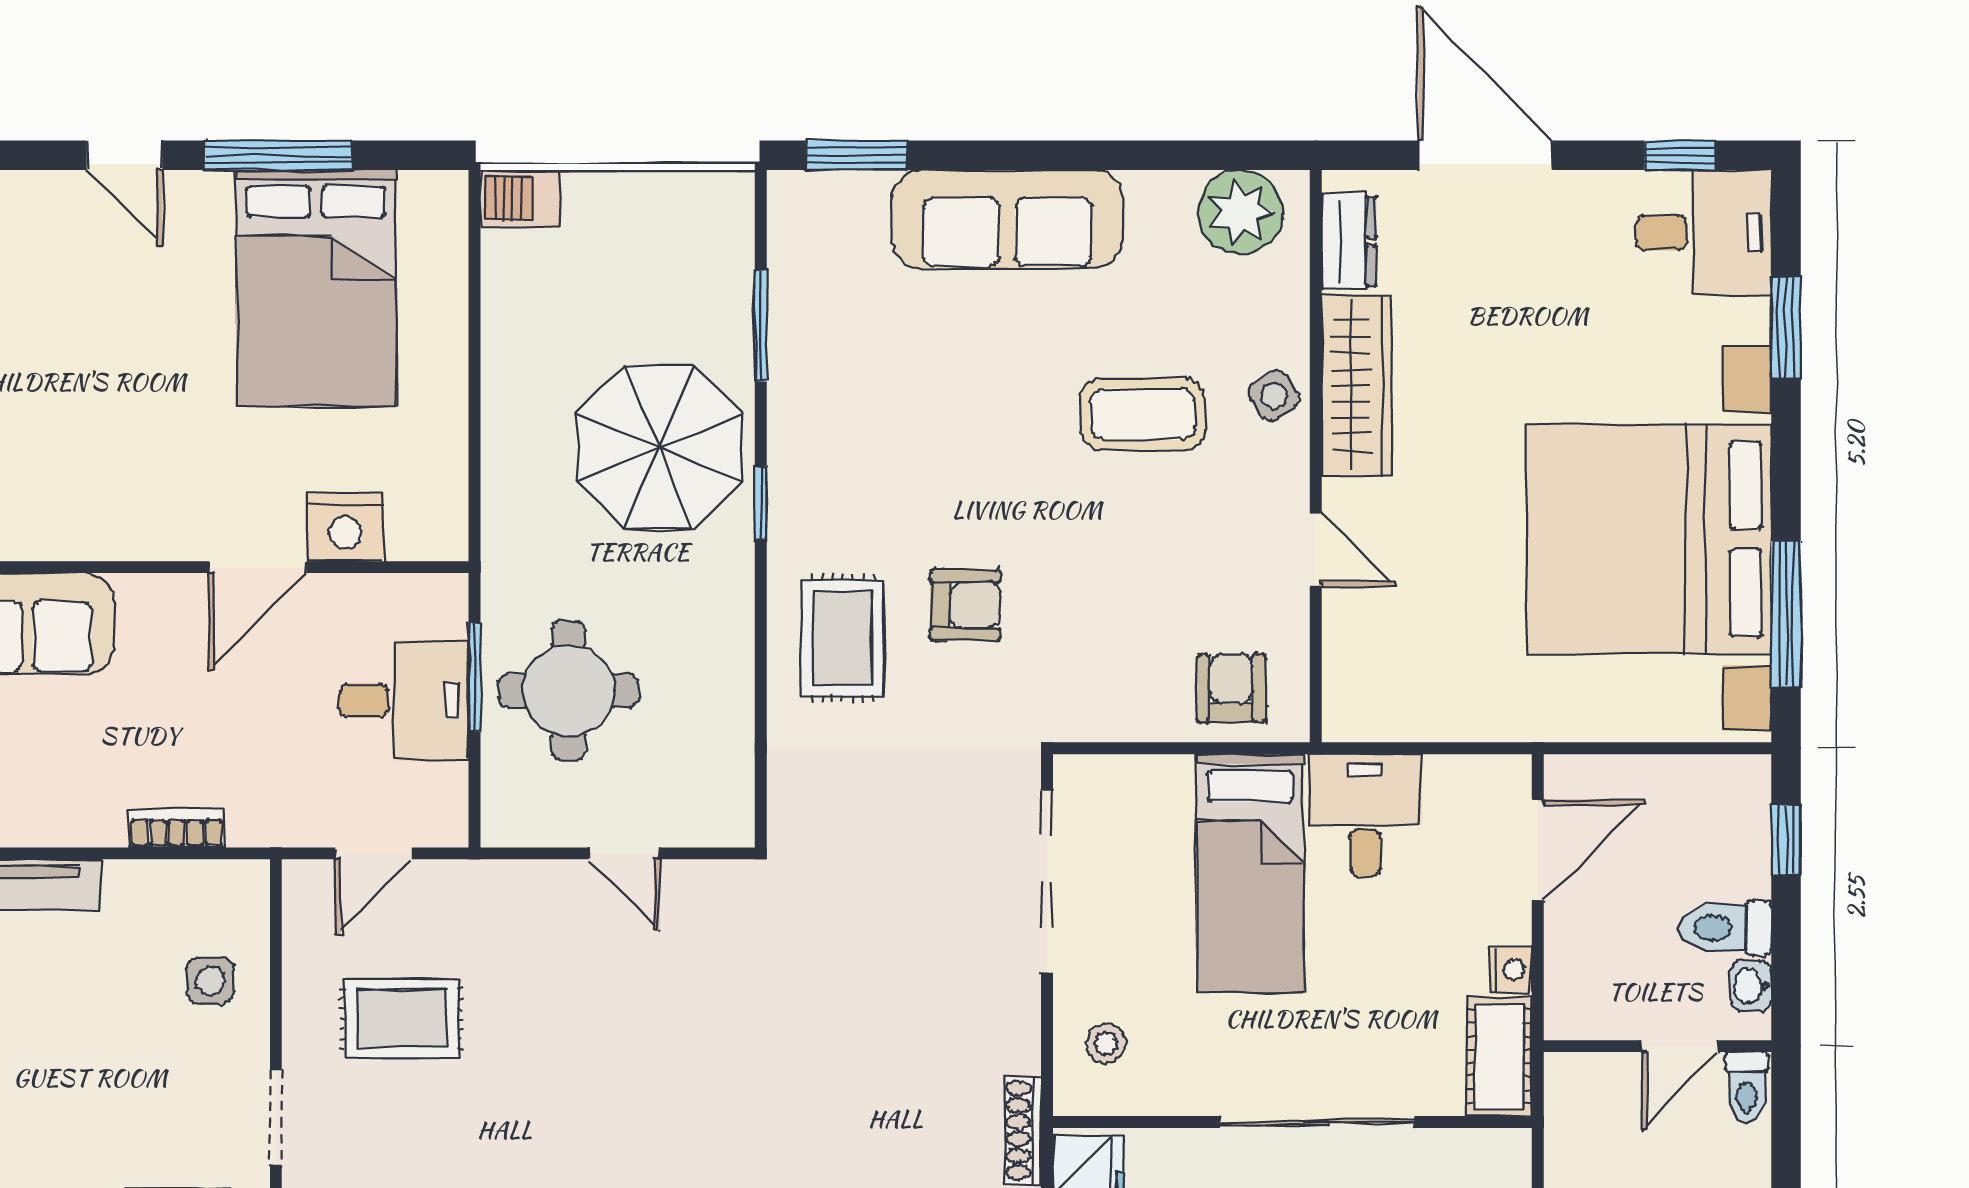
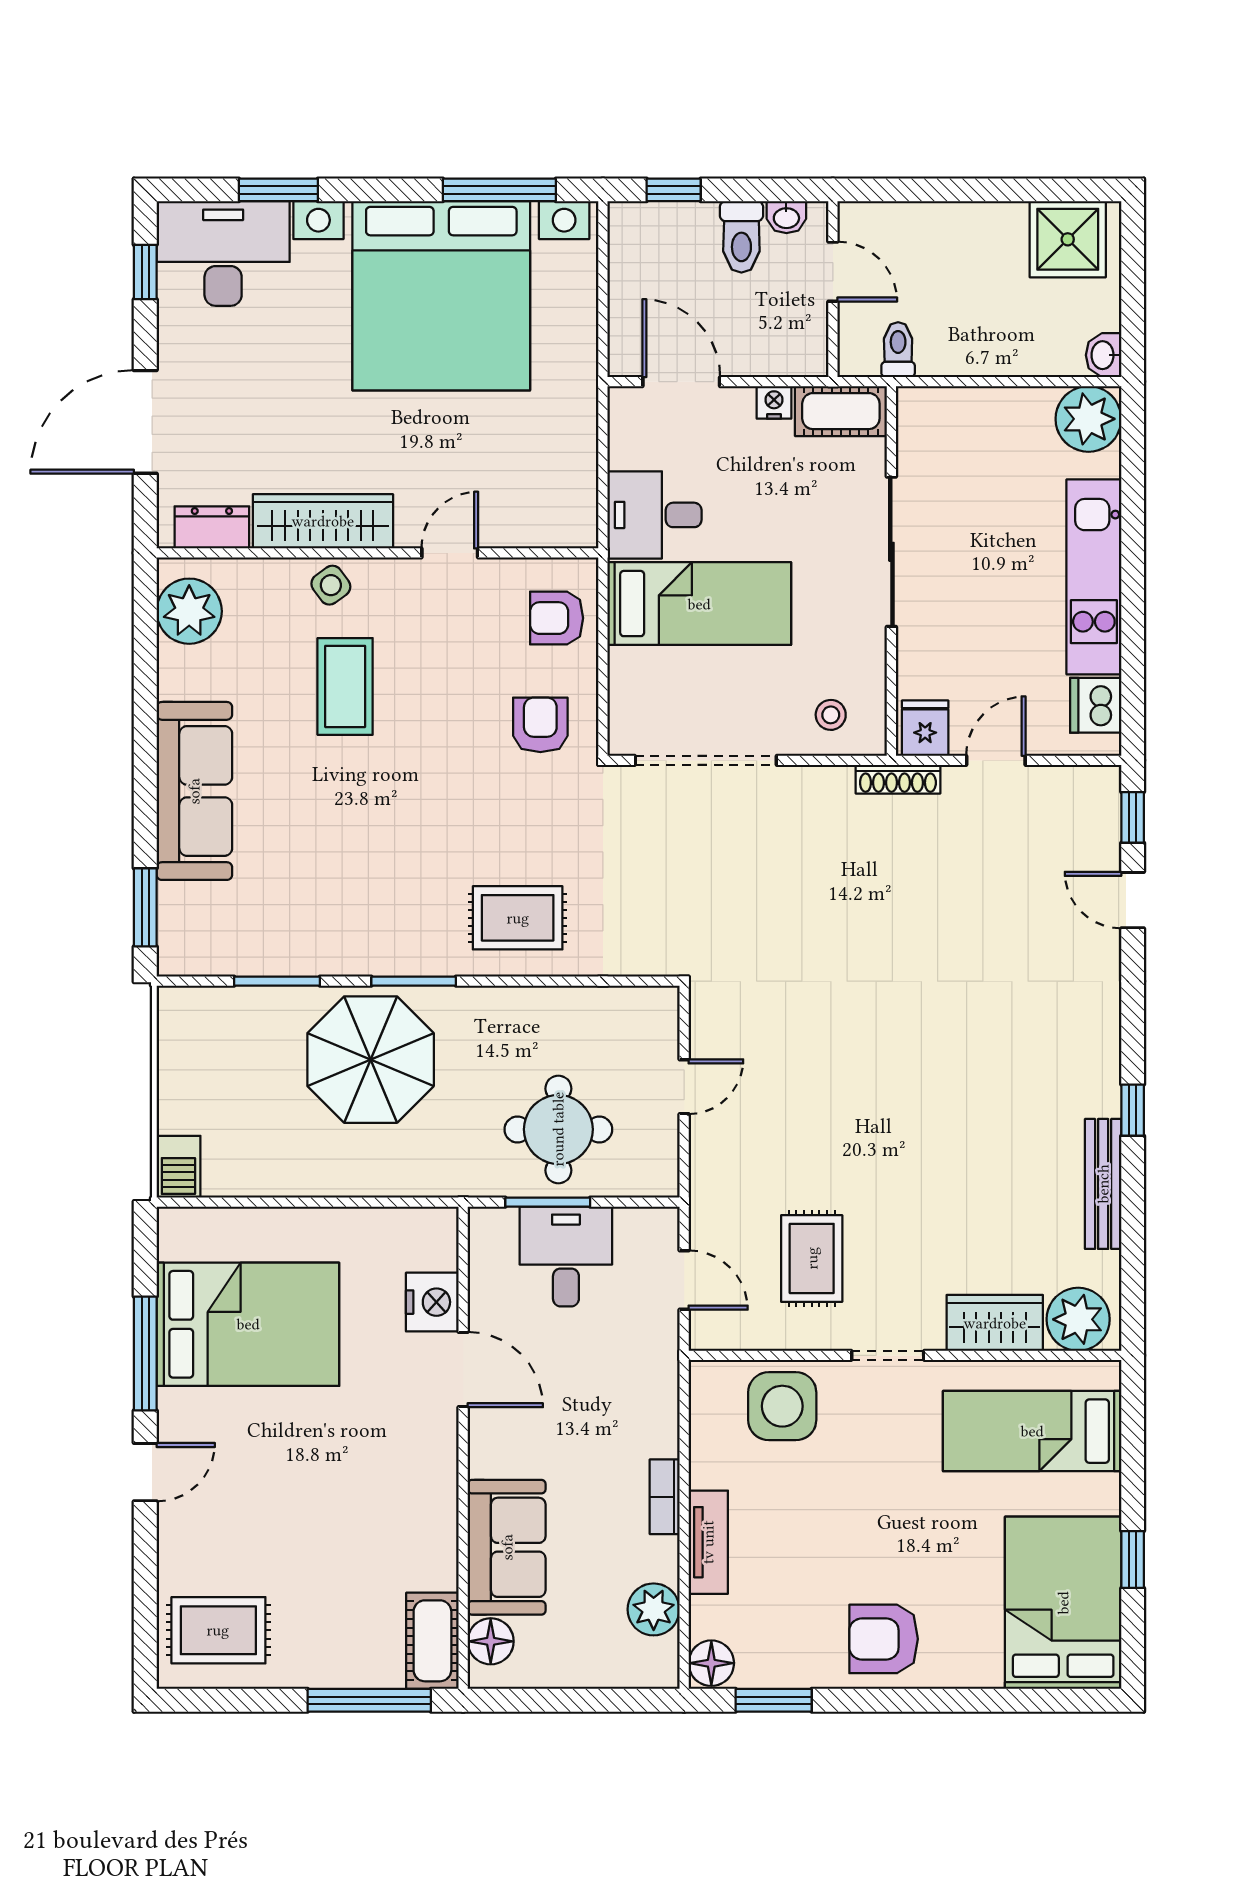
desk: (1704, 233) -> (223, 254), width x1.37
window: (761, 503) -> (414, 981), width x1.50
armchair: (965, 605) -> (540, 725), moved
bookcase: (177, 828) -> (665, 1497), moved
side table: (210, 981) -> (782, 1406), width x1.87, depth x1.87
toilet: (1747, 1088) -> (898, 350), moved, turned -90

